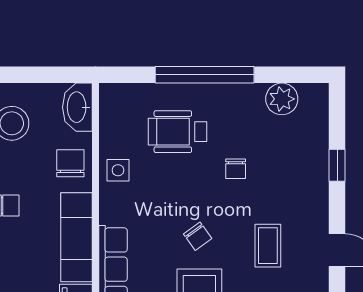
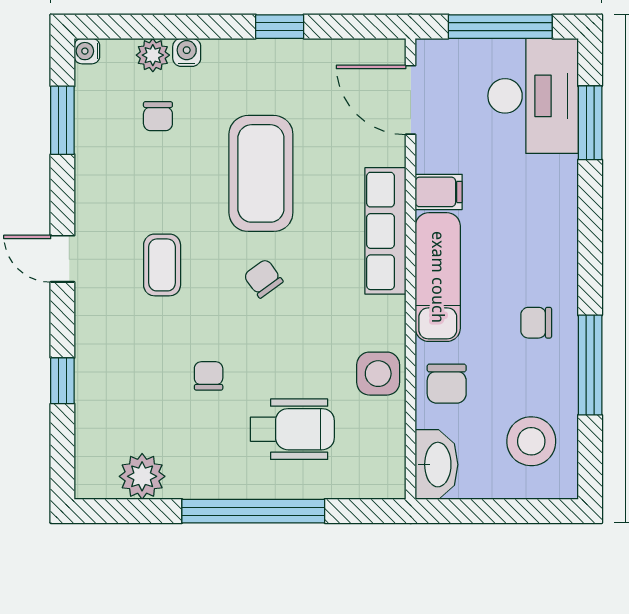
side table: (118, 170) -> (378, 374), width x1.37, depth x1.37

